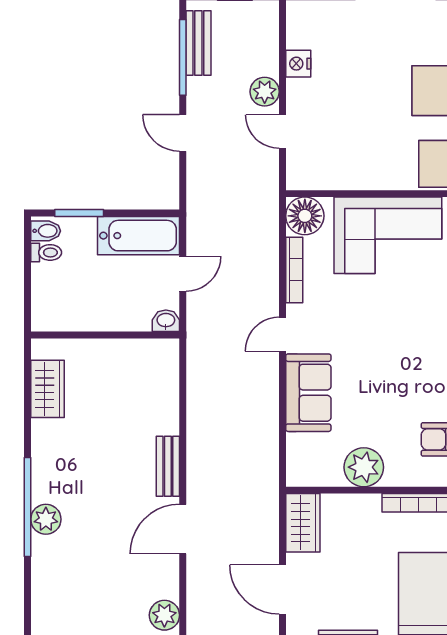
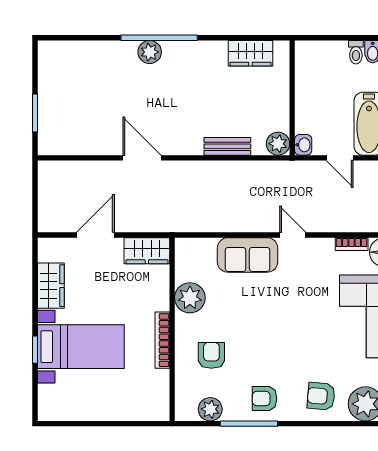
bookcase: (294, 270) -> (352, 244), width x0.64
bench: (168, 466) -> (227, 146), moved
plant: (164, 615) -> (278, 144), moved

